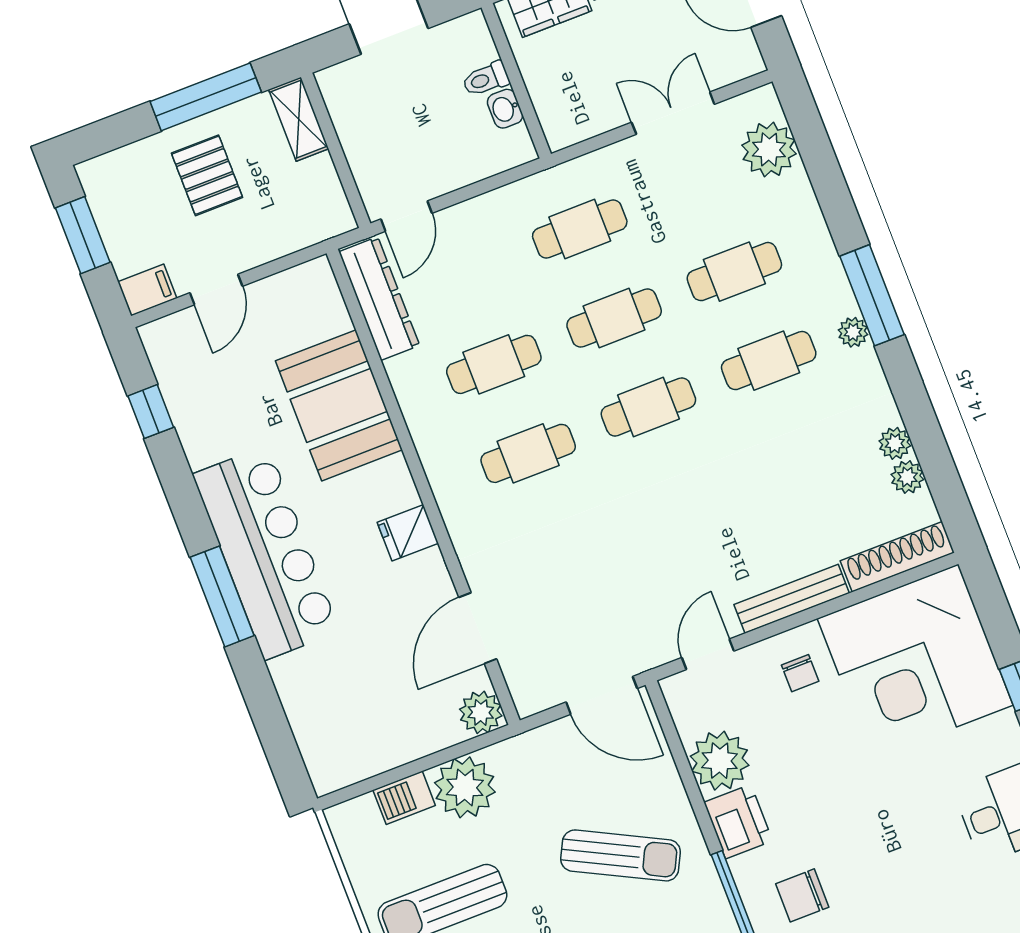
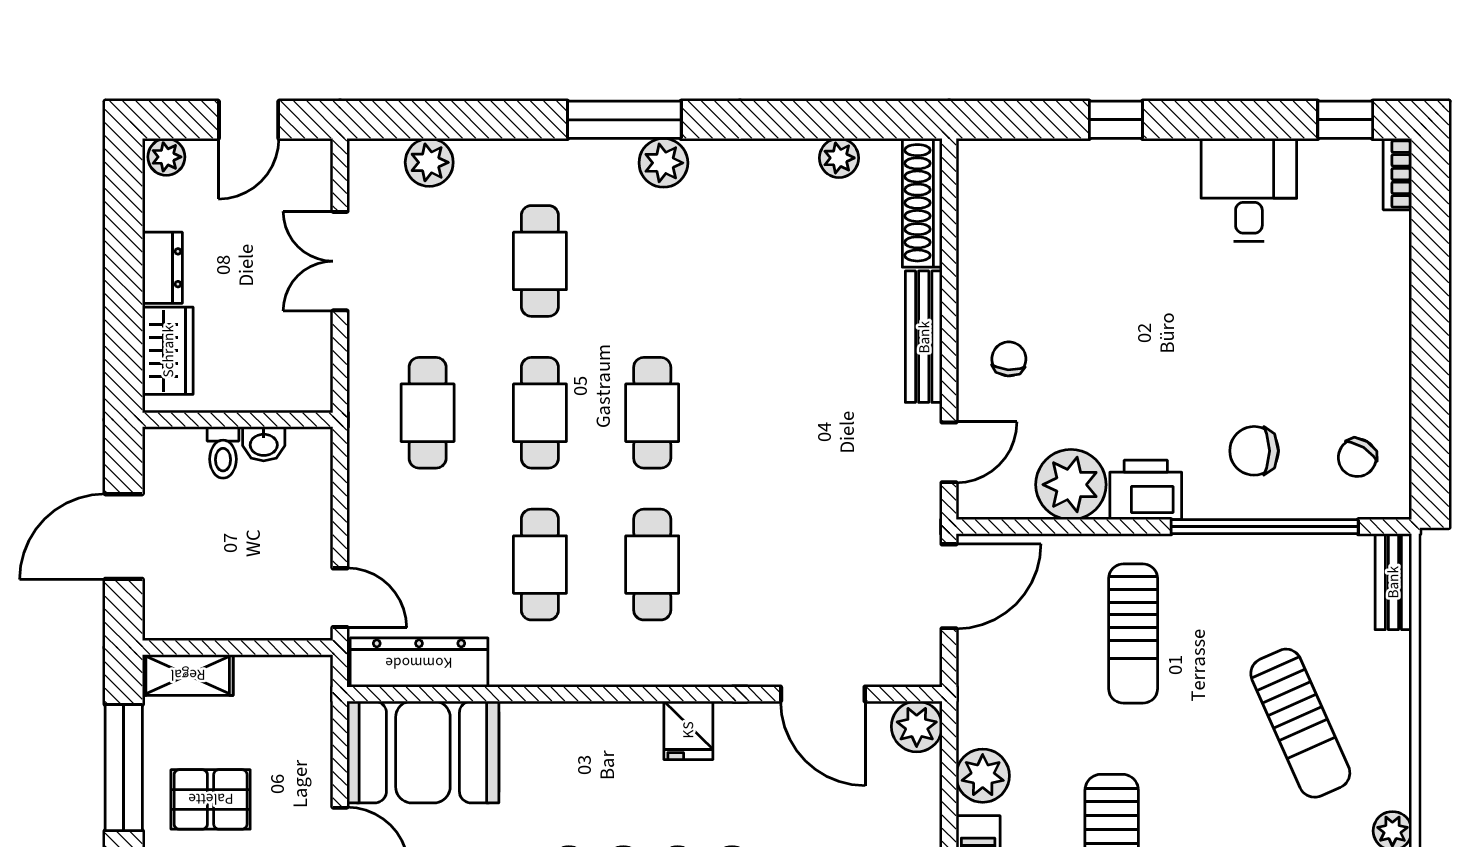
plant: (769, 150) -> (429, 162), width x0.73, depth x0.73
plant: (853, 332) -> (663, 163), width x1.38, depth x1.38
cafe table: (769, 361) -> (652, 261), removed
booth: (339, 405) -> (423, 752), moved
plant: (895, 443) -> (797, 157), removed
door: (708, 654) -> (949, 452), swing flipped
corner desk: (915, 662) -> (1045, 228), removed
chair: (800, 673) -> (1009, 359), turned -86
plant: (465, 787) -> (983, 776), width x0.73, depth x0.73
sun lounger: (621, 855) -> (1133, 634), turned 153
chair: (802, 895) -> (1254, 451), turned 90

